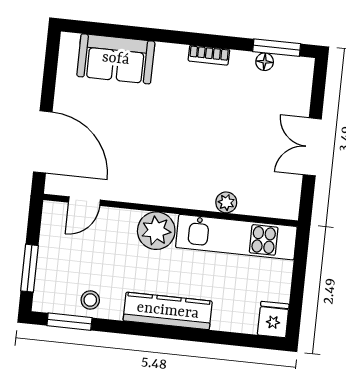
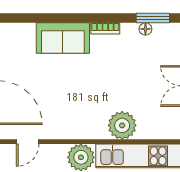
sofa: (116, 59) -> (63, 38), moved
plant: (226, 202) -> (122, 125), width x1.87, depth x1.87

